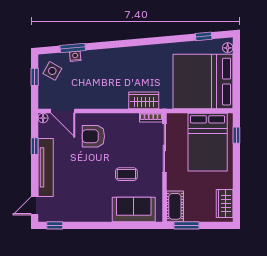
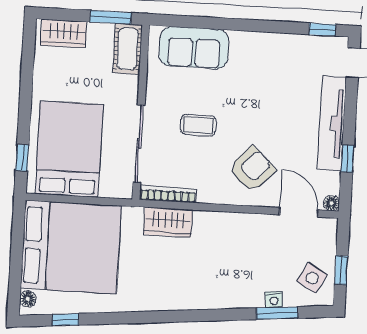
bookcase: (151, 118) -> (168, 194), width x1.56
armchair: (93, 136) -> (252, 169), turned -47
coffee table: (126, 174) -> (198, 125), moved
wardrobe: (225, 203) -> (64, 33), moved, turned 90

